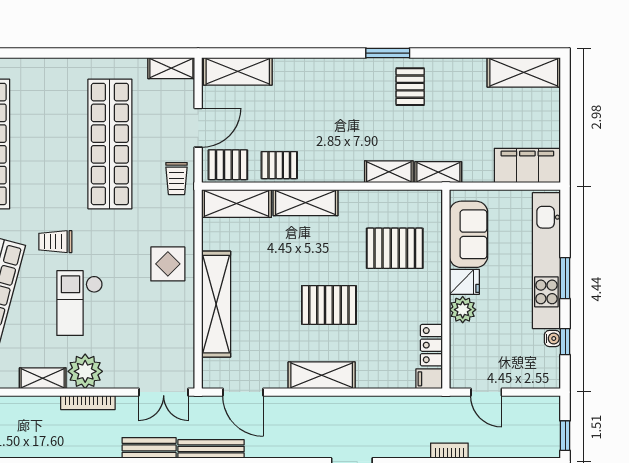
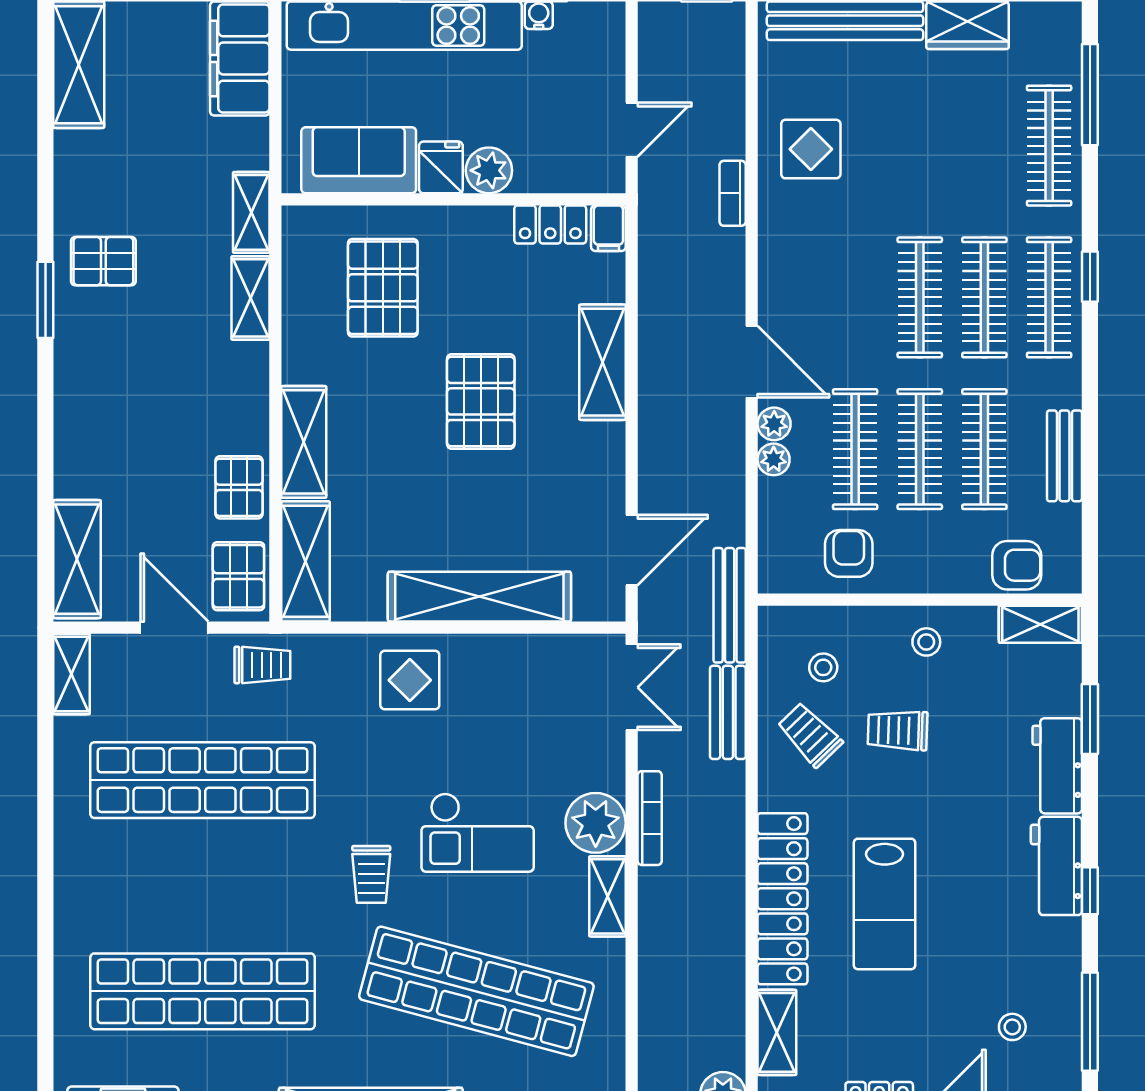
shelving: (322, 375) -> (602, 362), moved

